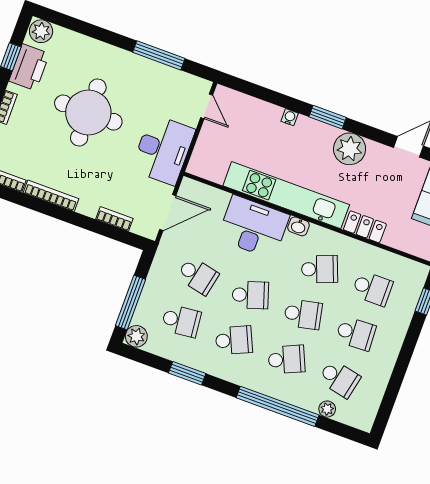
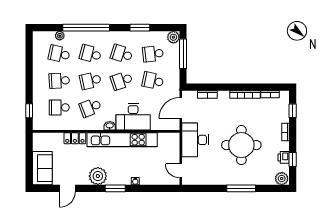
window: (159, 55) -> (241, 188), moved
printer: (29, 67) -> (284, 157), width x0.53, depth x0.68
school desk: (234, 340) -> (122, 54), turned 42
school desk: (287, 359) -> (90, 54), turned 39

